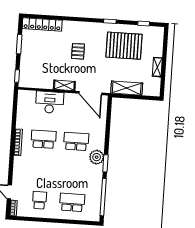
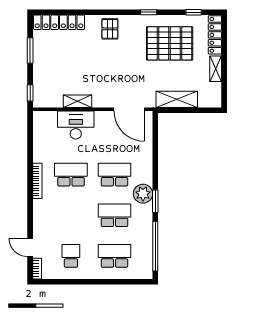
locker: (158, 42) -> (215, 35), added
pallet: (78, 51) -> (110, 29), moved
shelving: (64, 85) -> (78, 101), moved
school desk: (74, 172) -> (114, 215), added

